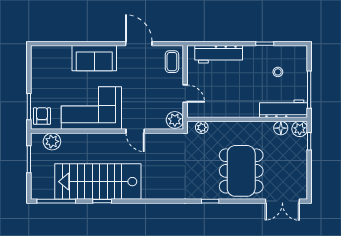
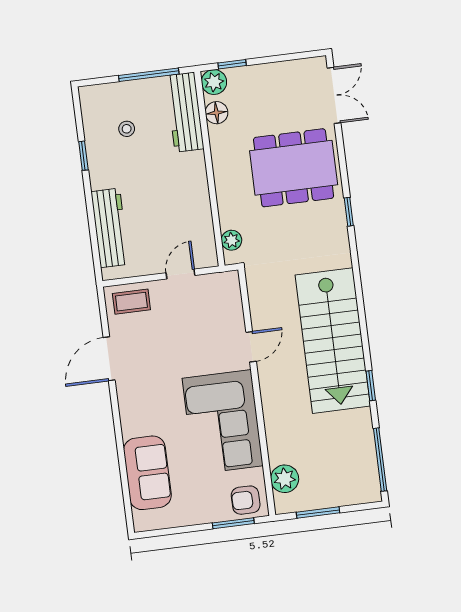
sofa: (94, 58) -> (147, 473), moved
plant: (175, 120) -> (225, 285), removed
stairs: (98, 182) -> (333, 341), moved

